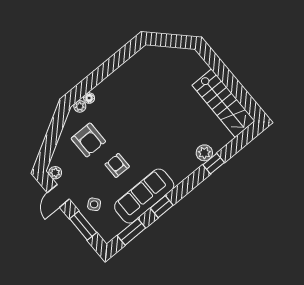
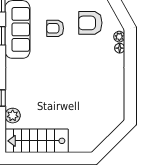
plant: (204, 153) -> (13, 116), moved
armchair: (117, 165) -> (55, 28), turned 180

